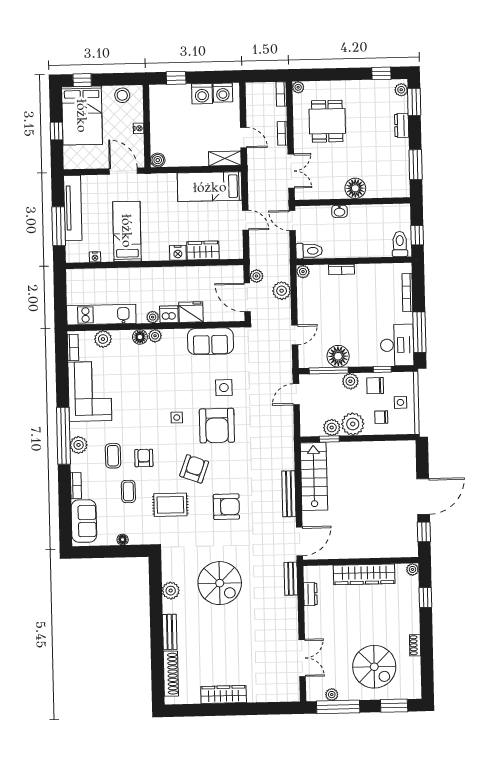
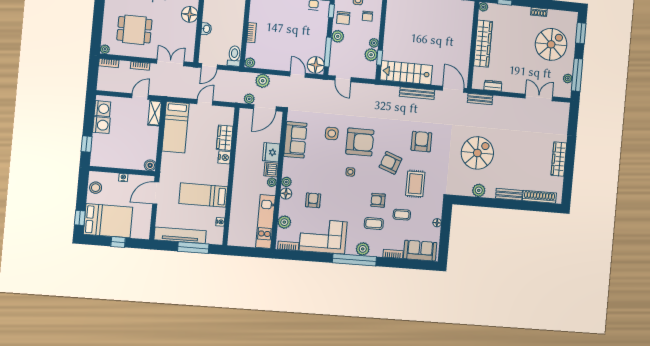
floor lamp: (338, 356) -> (316, 65), moved
armchair: (135, 373) -> (313, 200), added
plant: (353, 424) -> (374, 43), width x0.53, depth x0.53

